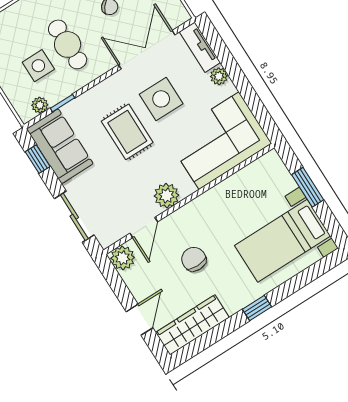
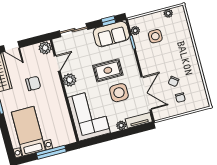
cafe table: (68, 44) -> (161, 54), removed
window: (308, 187) -> (51, 152), width x1.44
door: (144, 228) -> (57, 63), swing flipped

